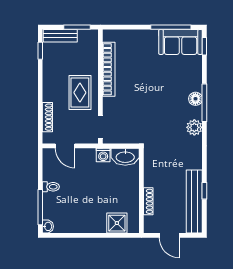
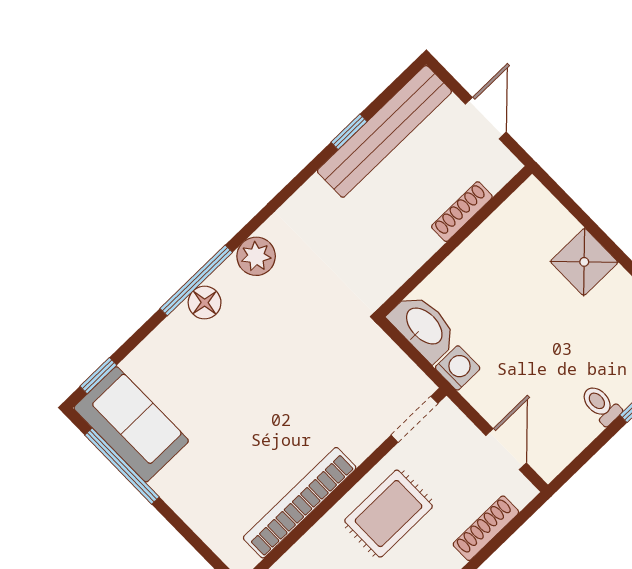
shower: (117, 223) -> (584, 262), moved

